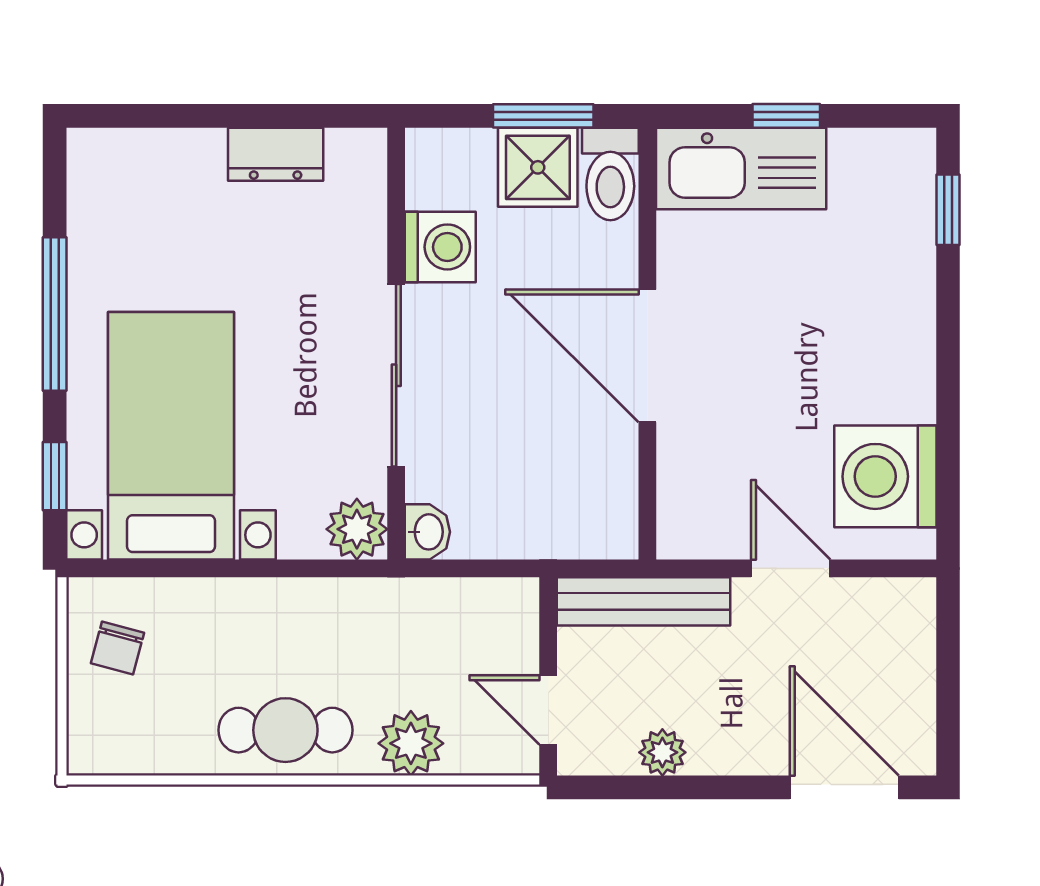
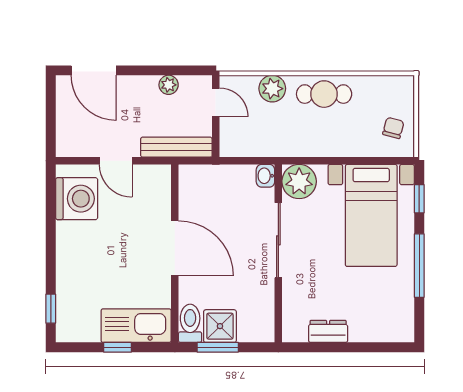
washing machine: (440, 247) -> (260, 293), removed
plant: (357, 529) -> (299, 181), width x1.36, depth x1.36

